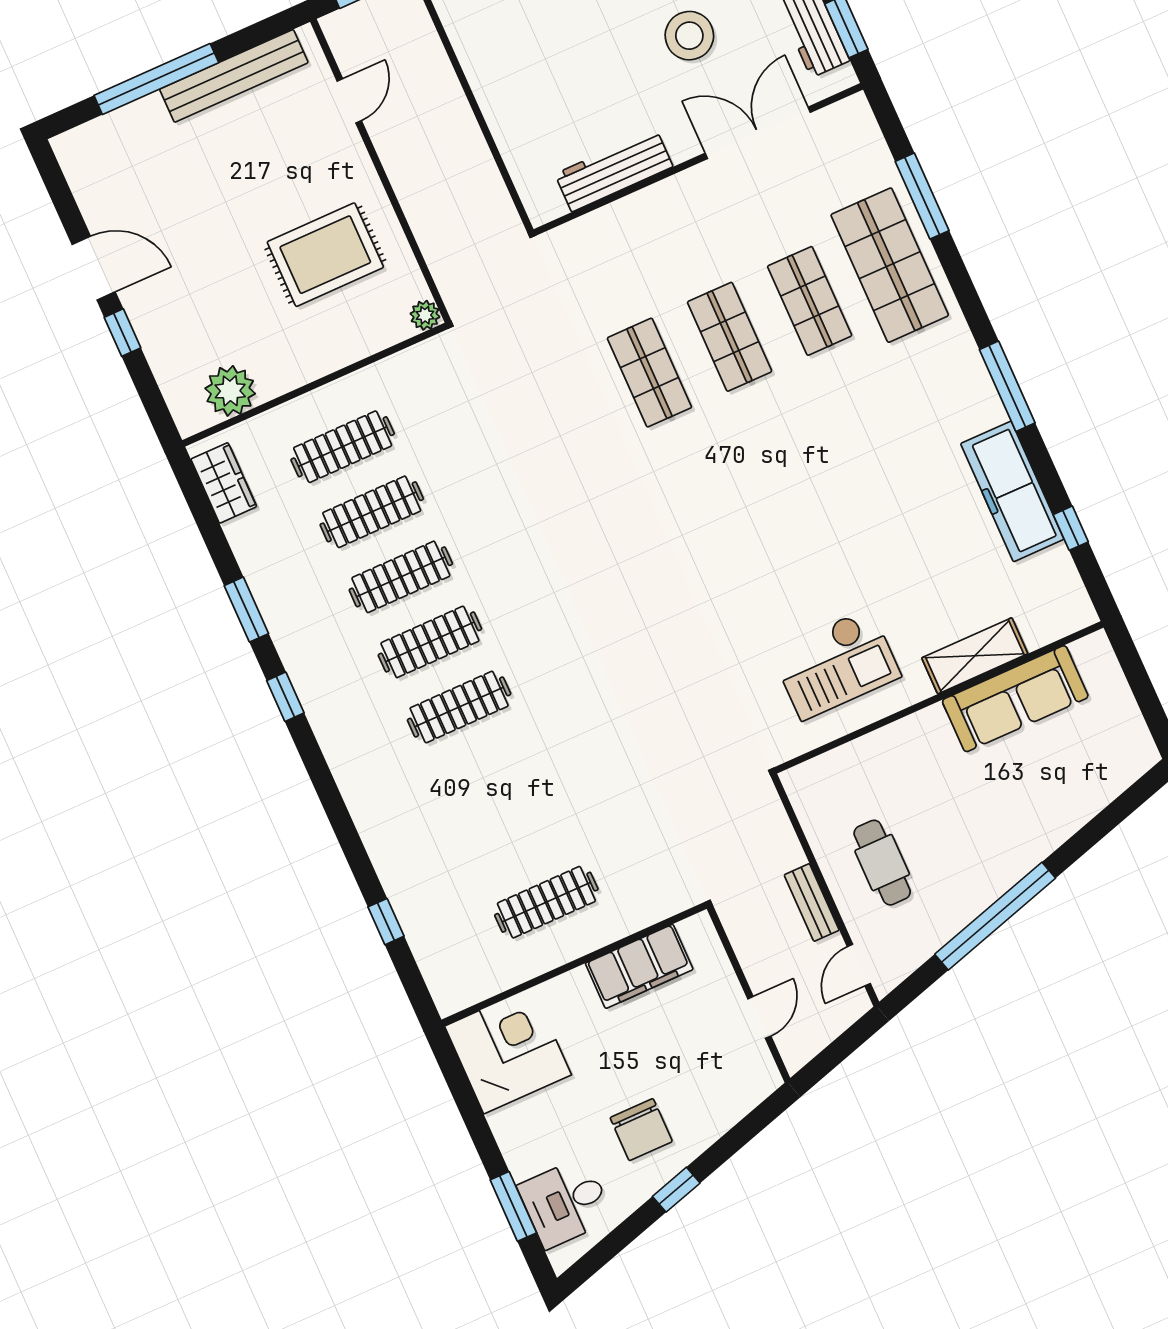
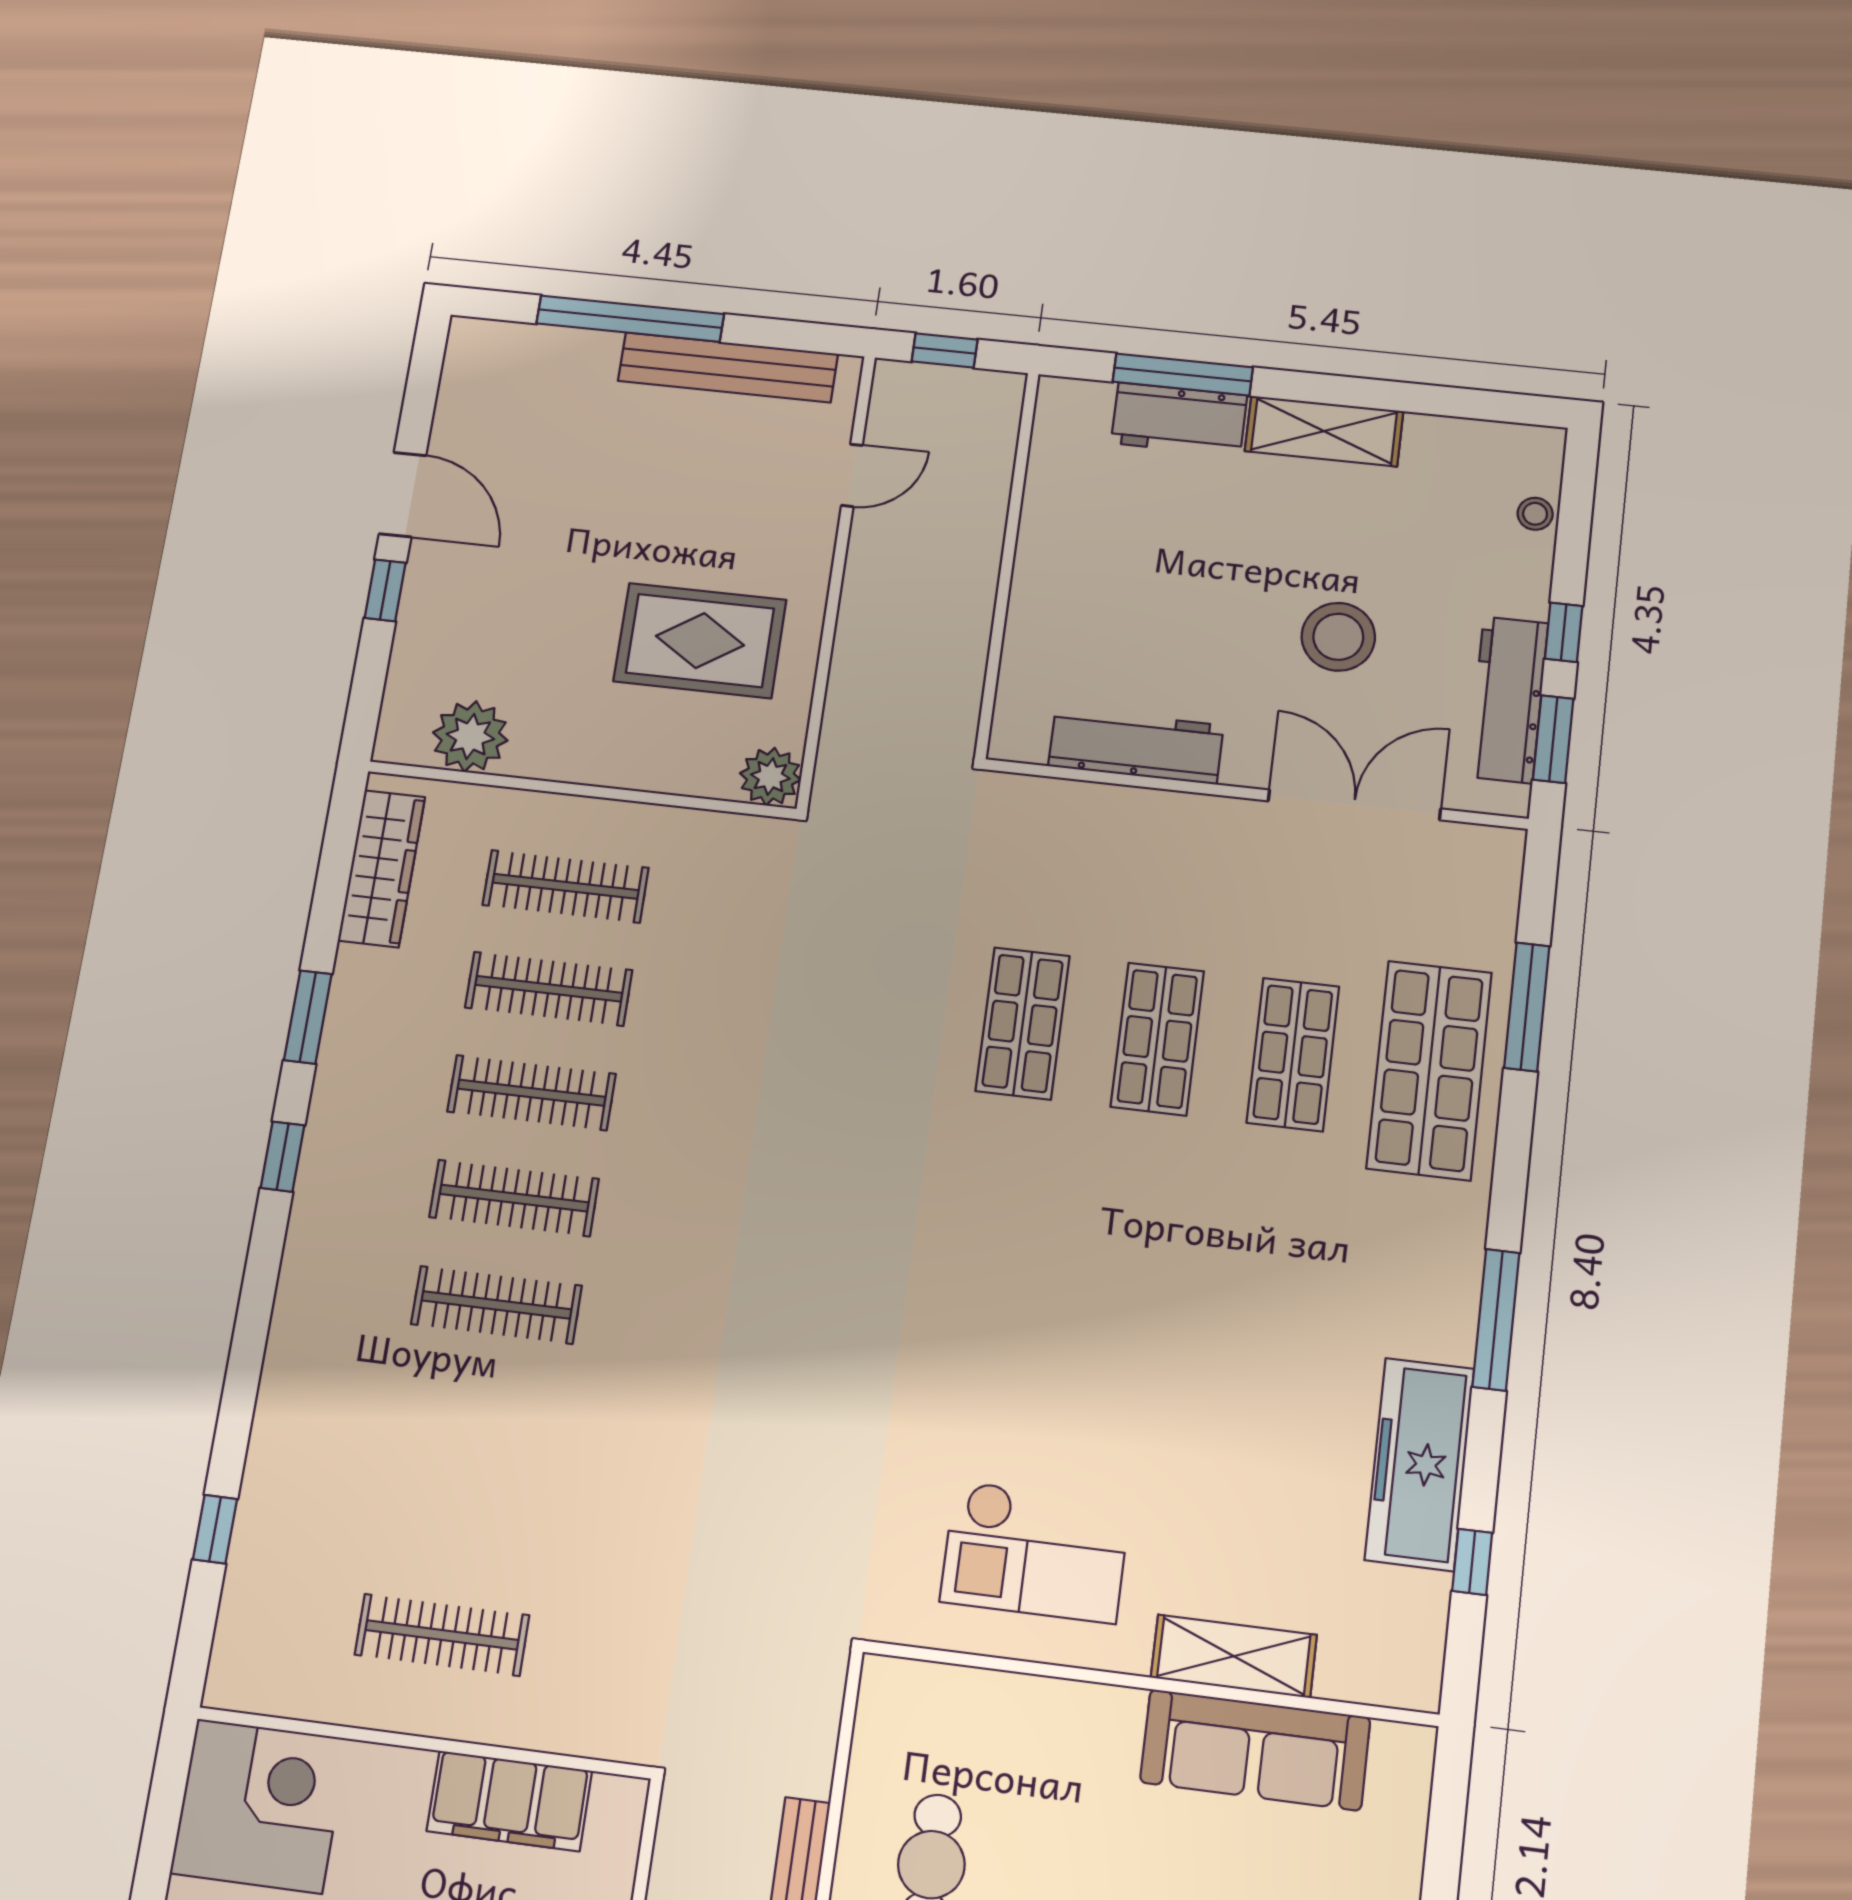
plant: (425, 315) -> (770, 777), width x1.38, depth x1.38
wardrobe: (224, 483) -> (382, 869), width x1.50

